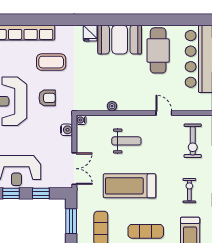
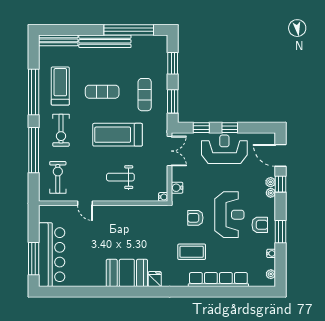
cafe table: (158, 50) -> (91, 263), removed
plant: (112, 106) -> (134, 210), removed
double door: (74, 169) -> (170, 151), swing flipped
treadmill: (130, 186) -> (118, 135), turned 180
exercise bike: (189, 191) -> (61, 130), width x1.38, depth x1.39

